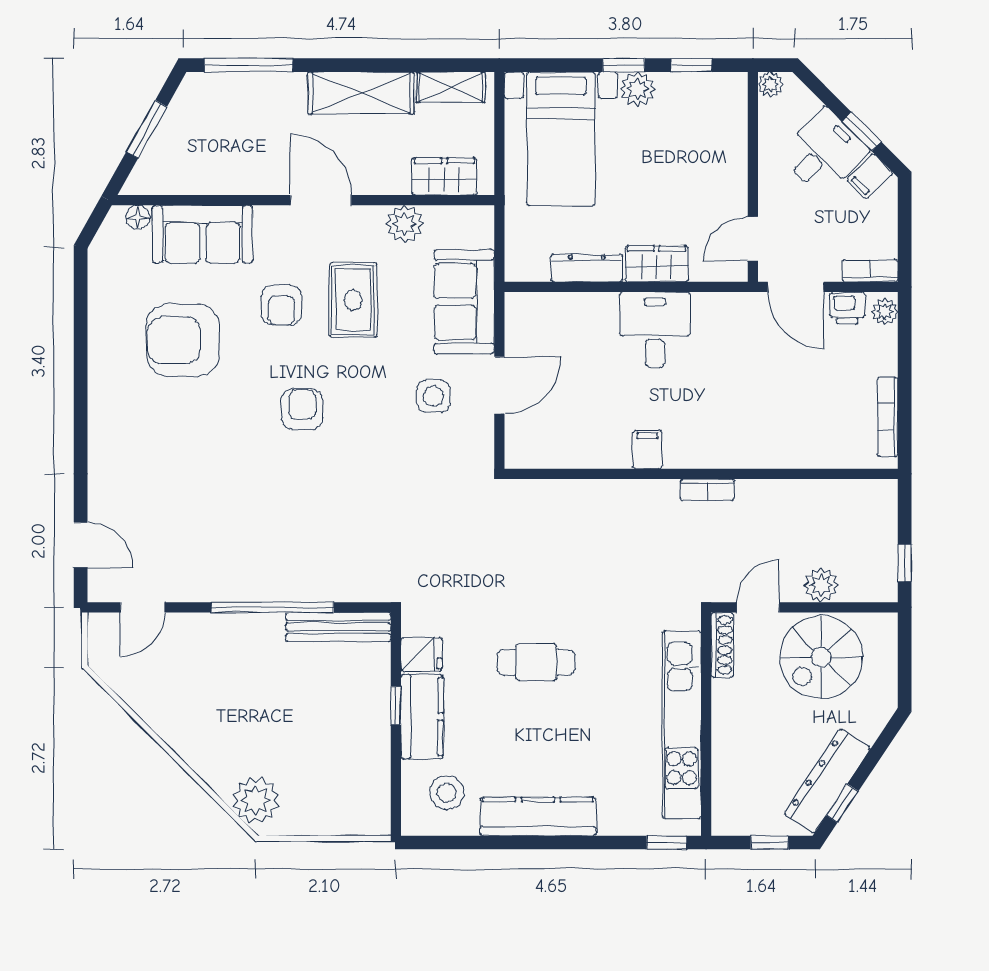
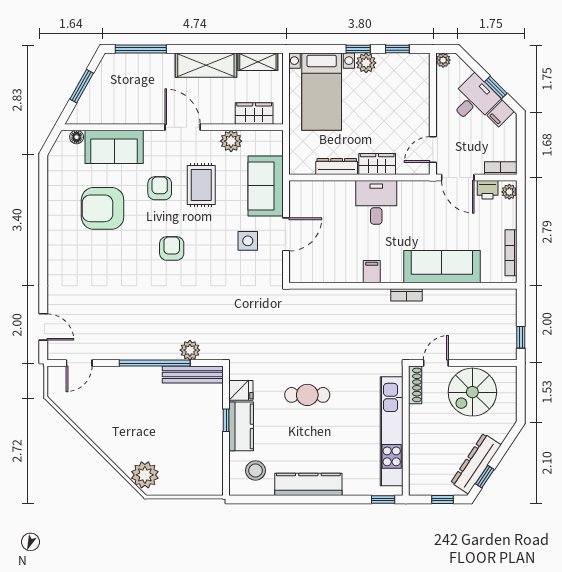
armchair: (281, 305) -> (160, 188), turned 180
sofa: (769, 441) -> (442, 267), added
plant: (821, 585) -> (190, 350), moved

